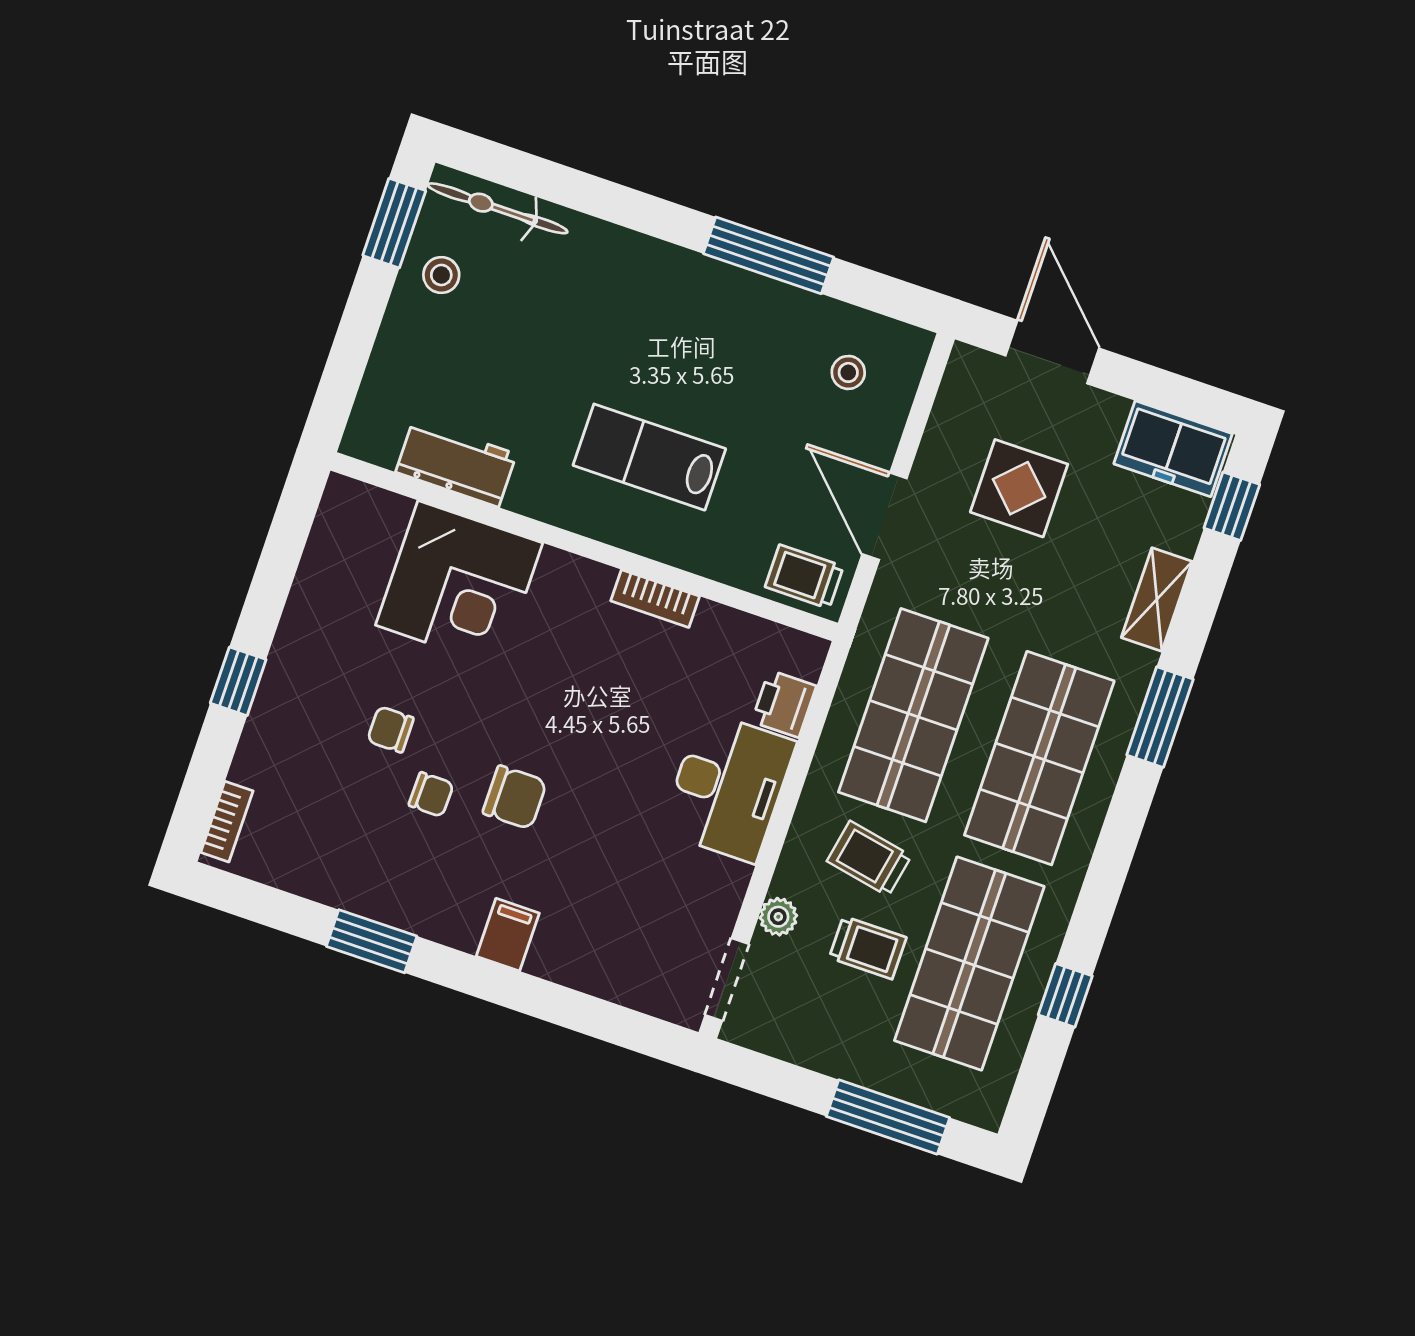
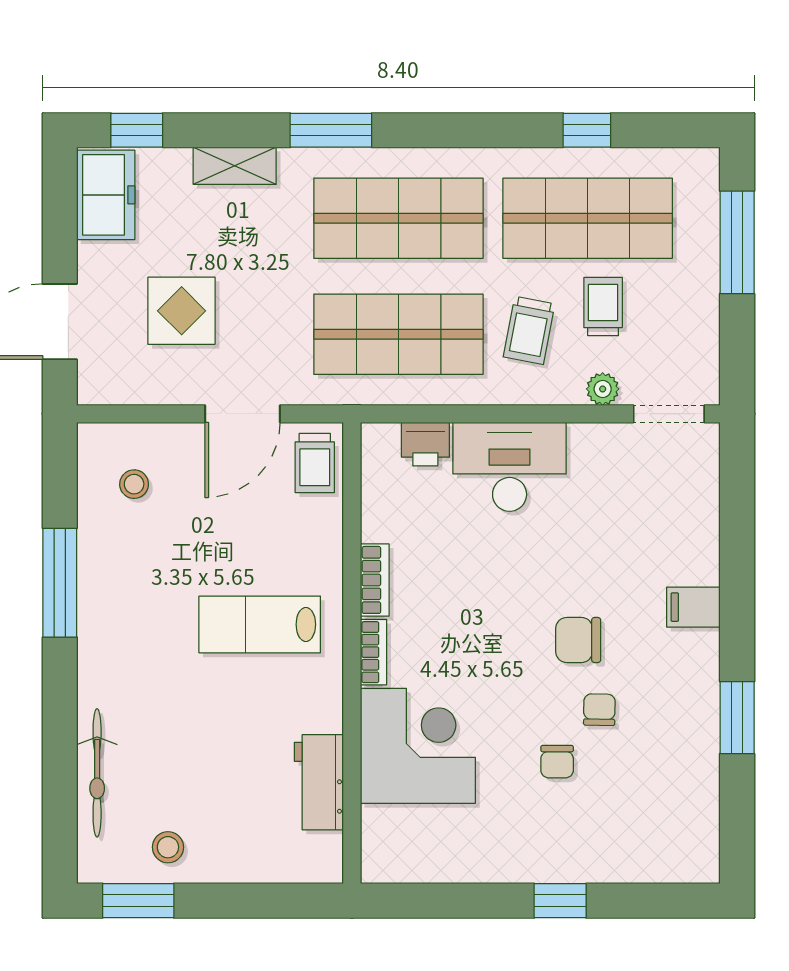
bicycle: (498, 208) -> (97, 773), moved
lab bench: (649, 457) -> (260, 624), turned 90
chair: (515, 797) -> (578, 640), turned -90
bookcase: (227, 822) -> (373, 652), moved, turned 90

